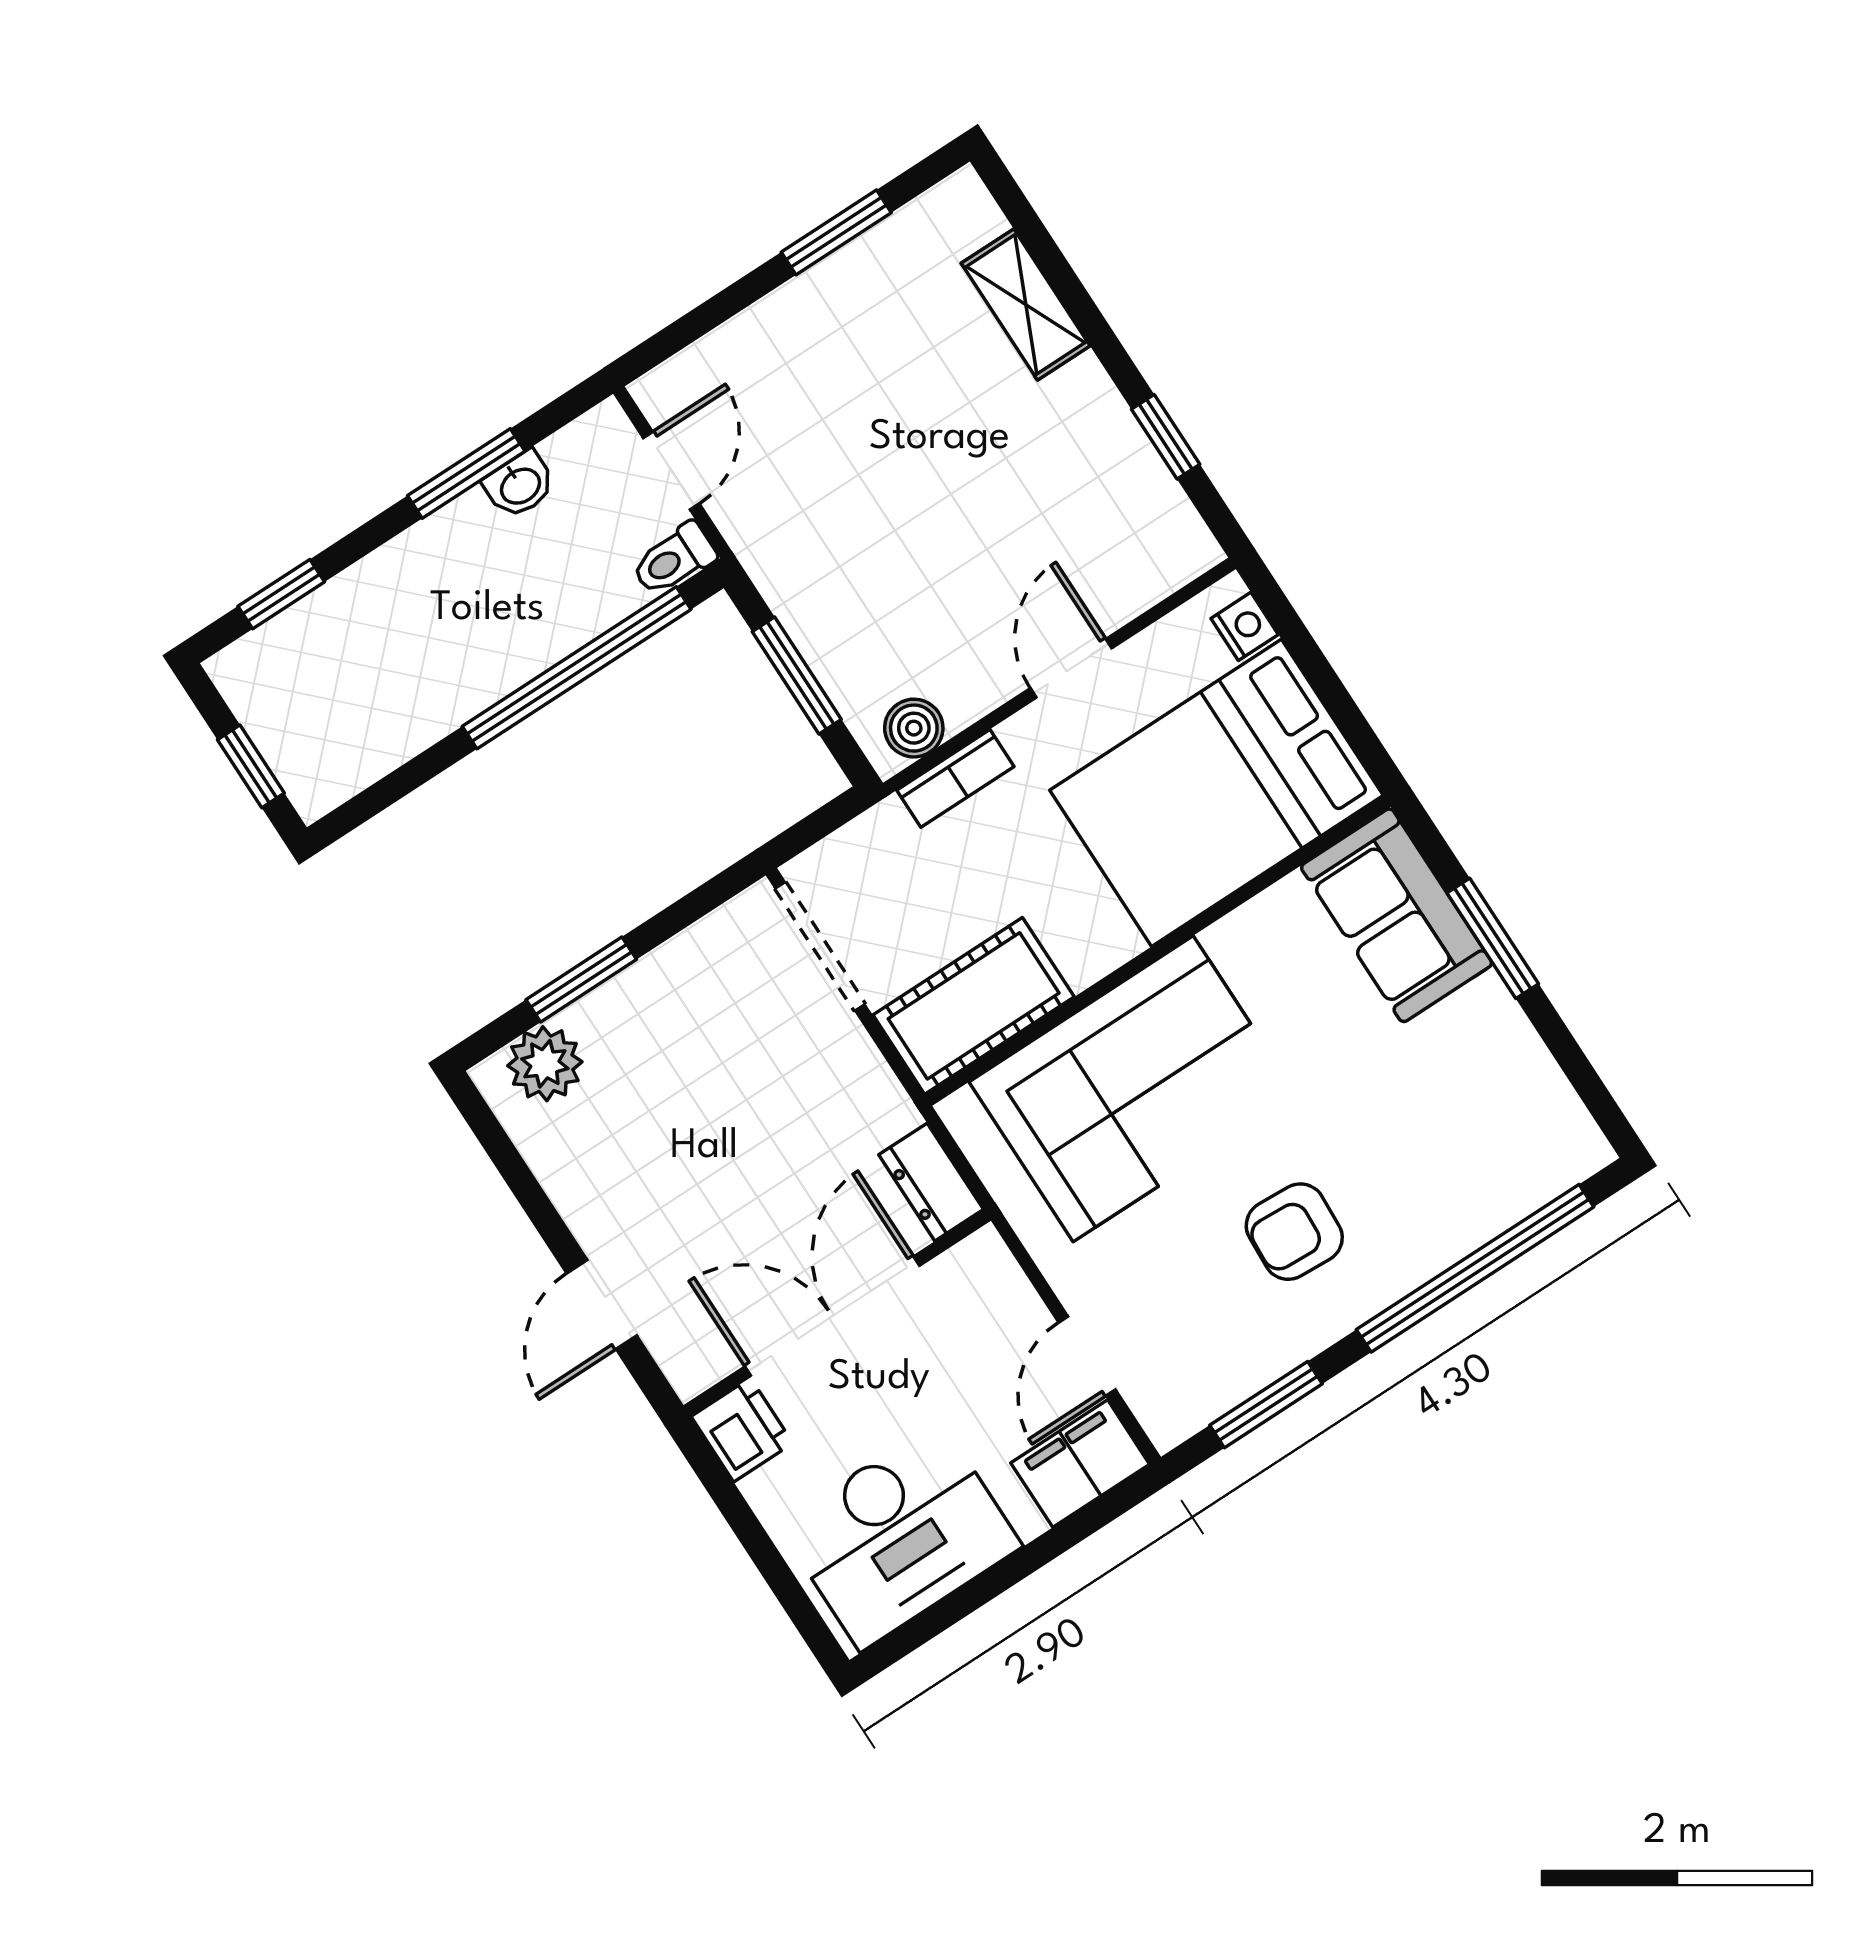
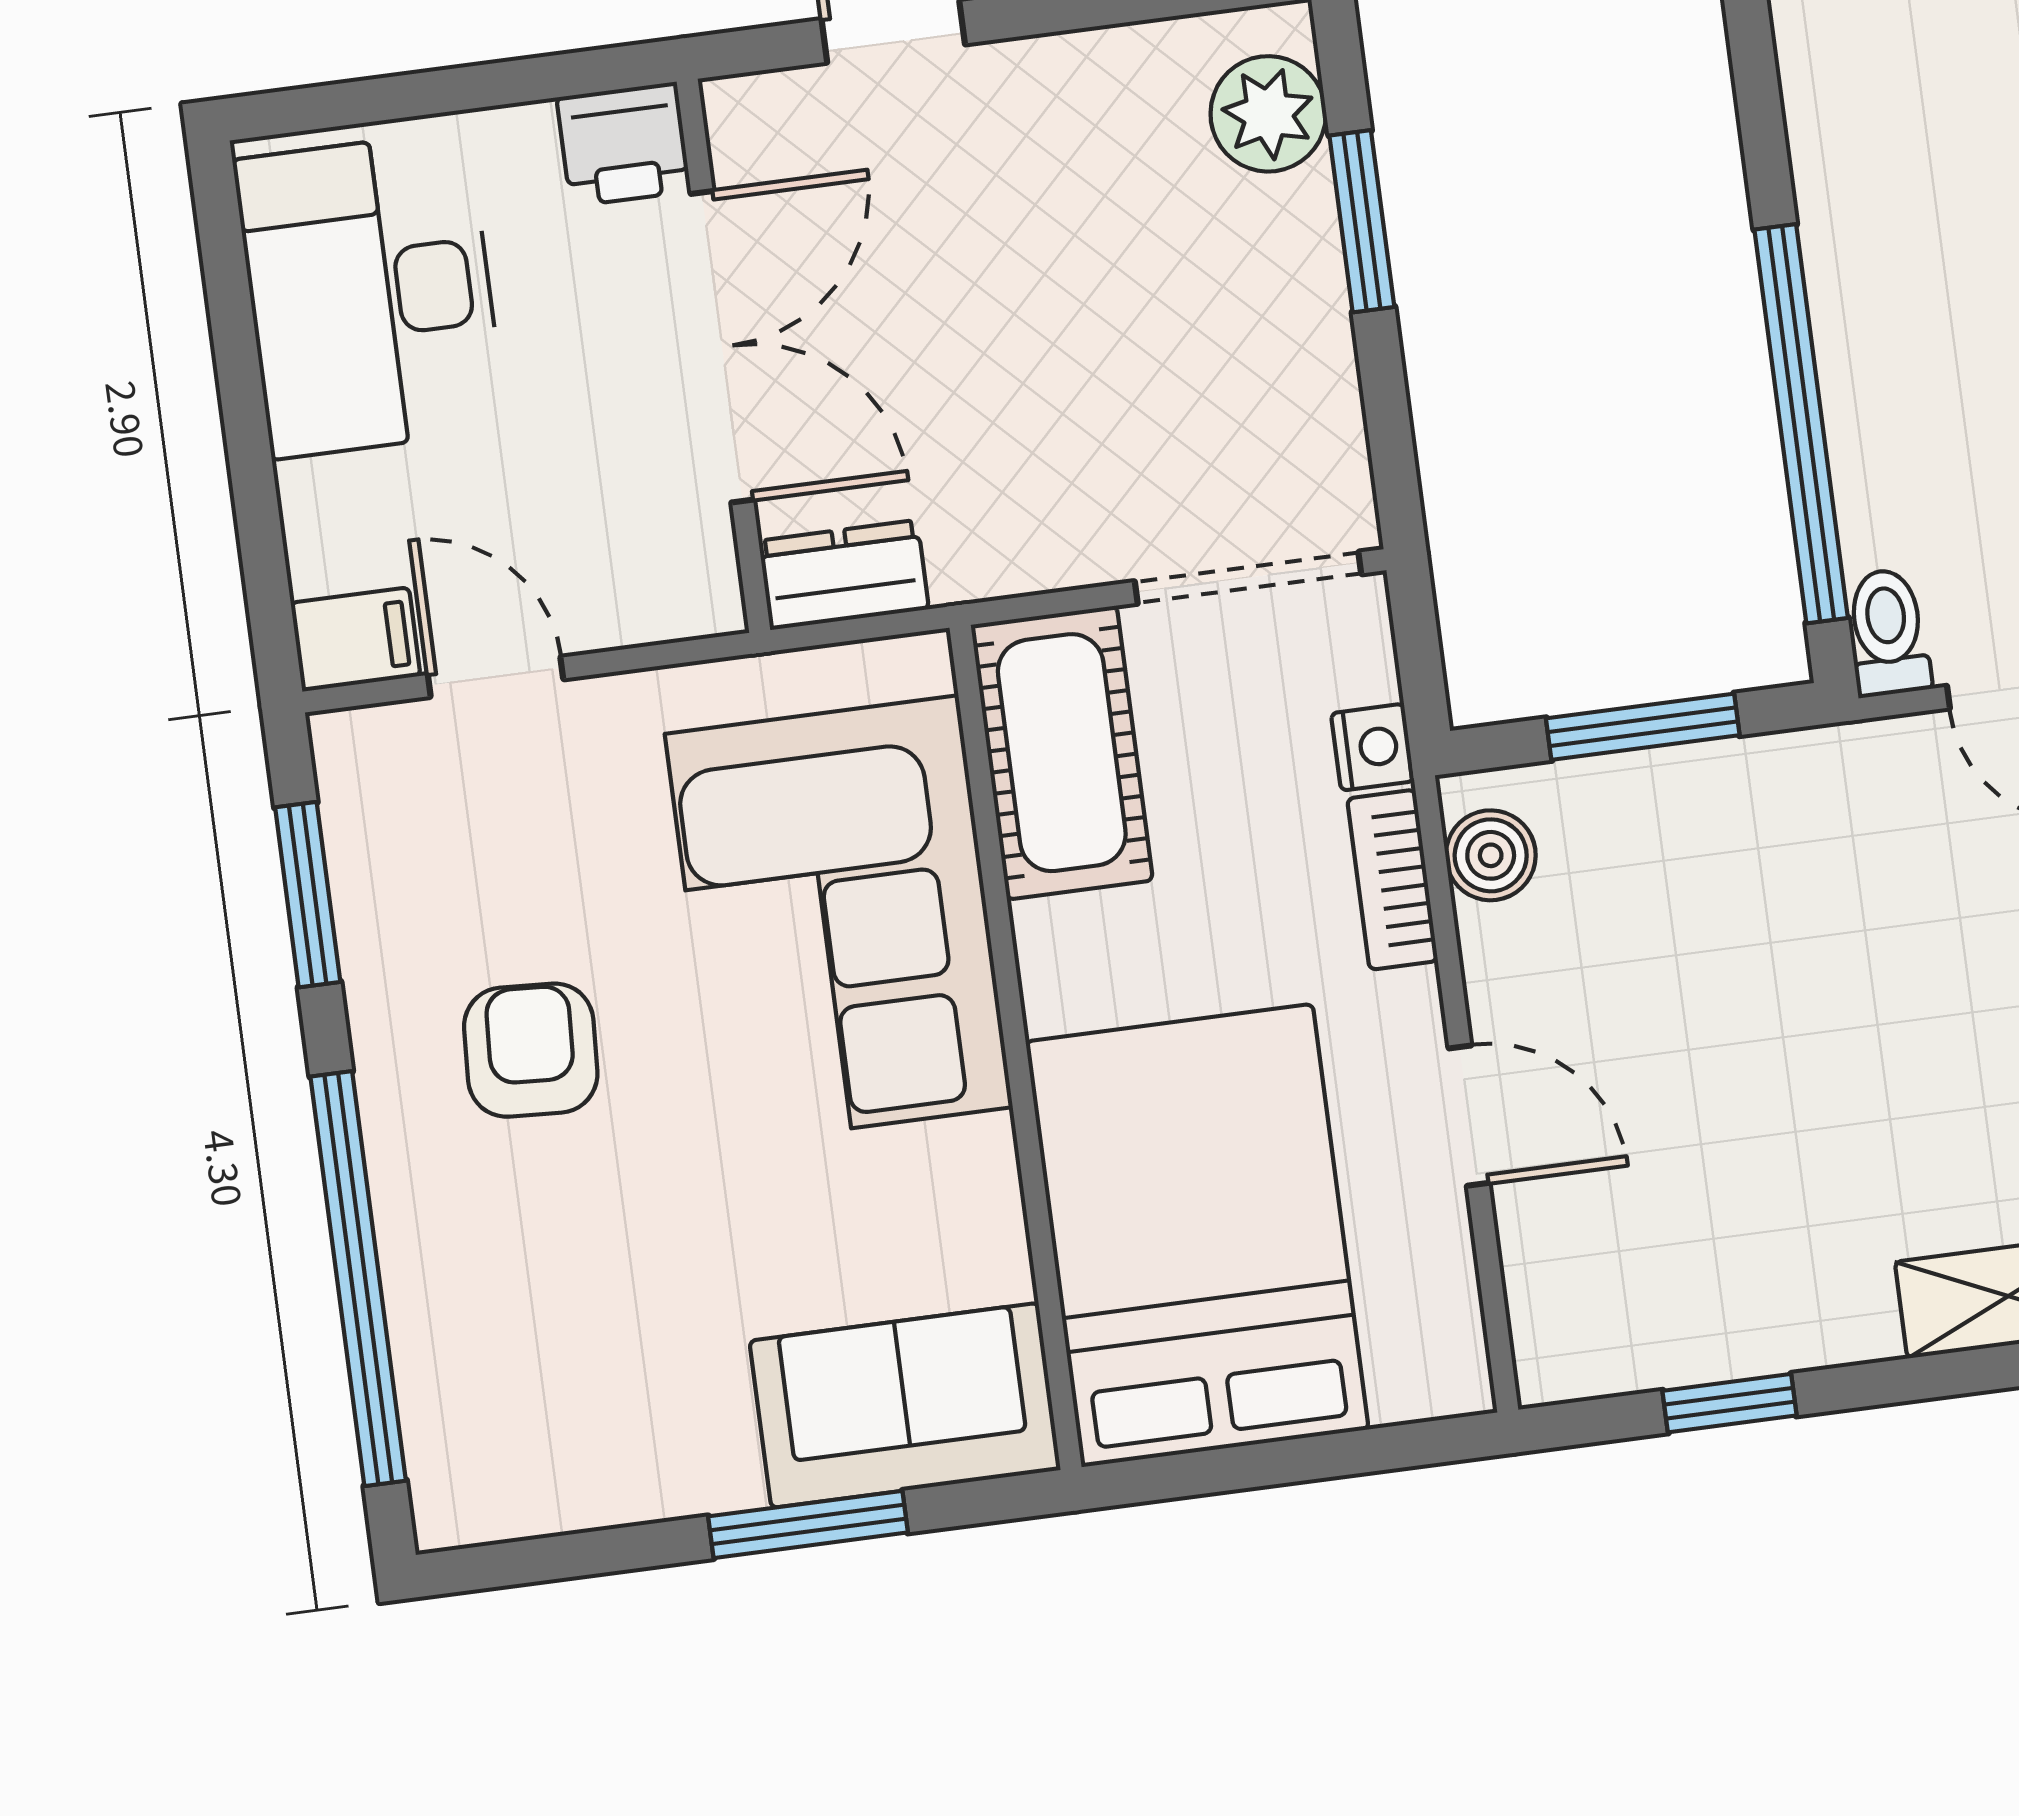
nightstand: (1245, 626) -> (1373, 747), moved, turned -90
filing cabinet: (1080, 1464) -> (356, 639), width x0.50

